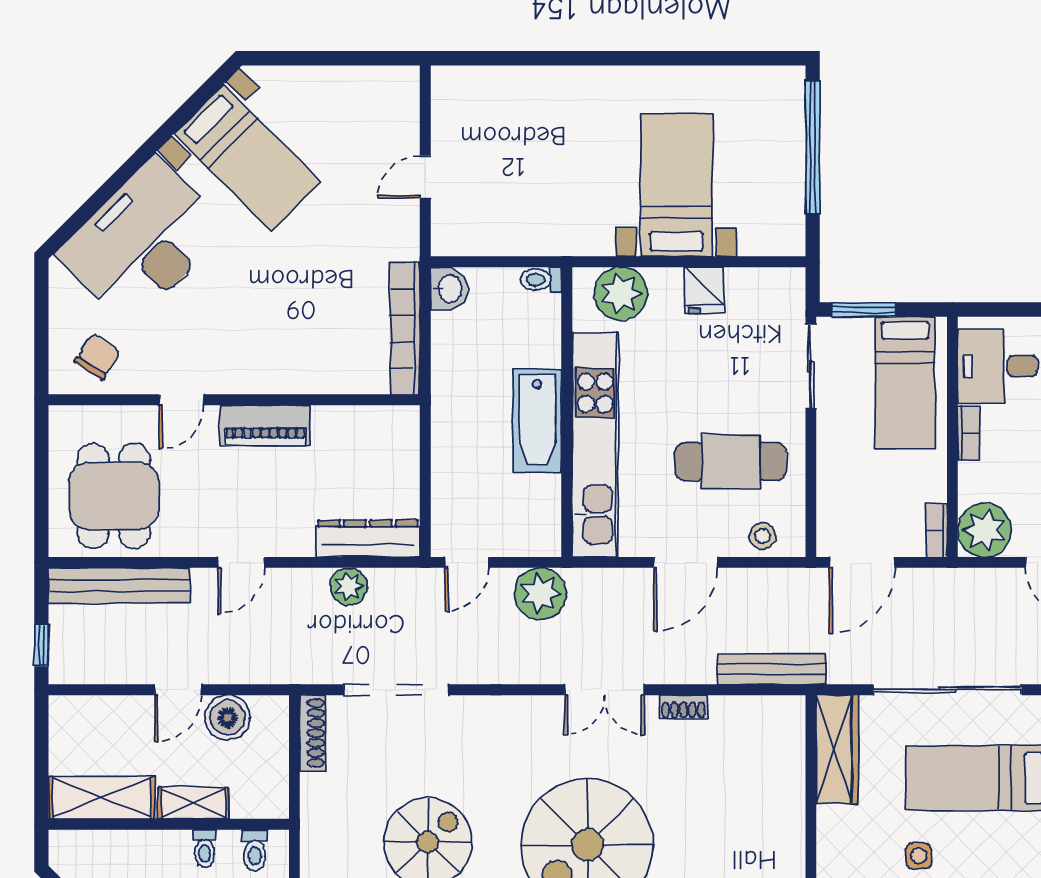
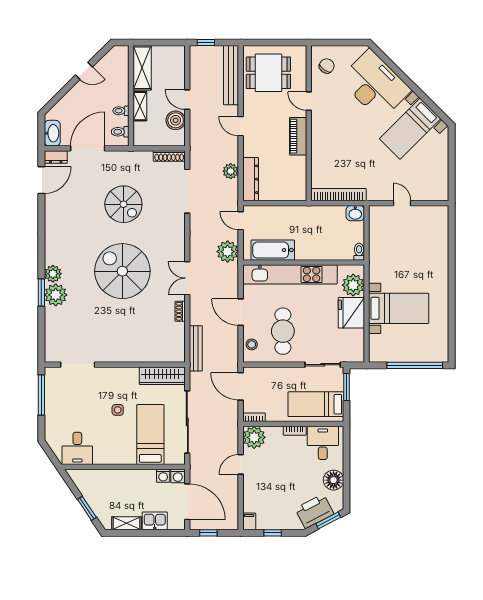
fridge: (704, 290) -> (351, 313), width x1.88, depth x1.34
chair: (97, 357) -> (327, 66), turned -88
bathtub: (537, 421) -> (273, 250), moved

